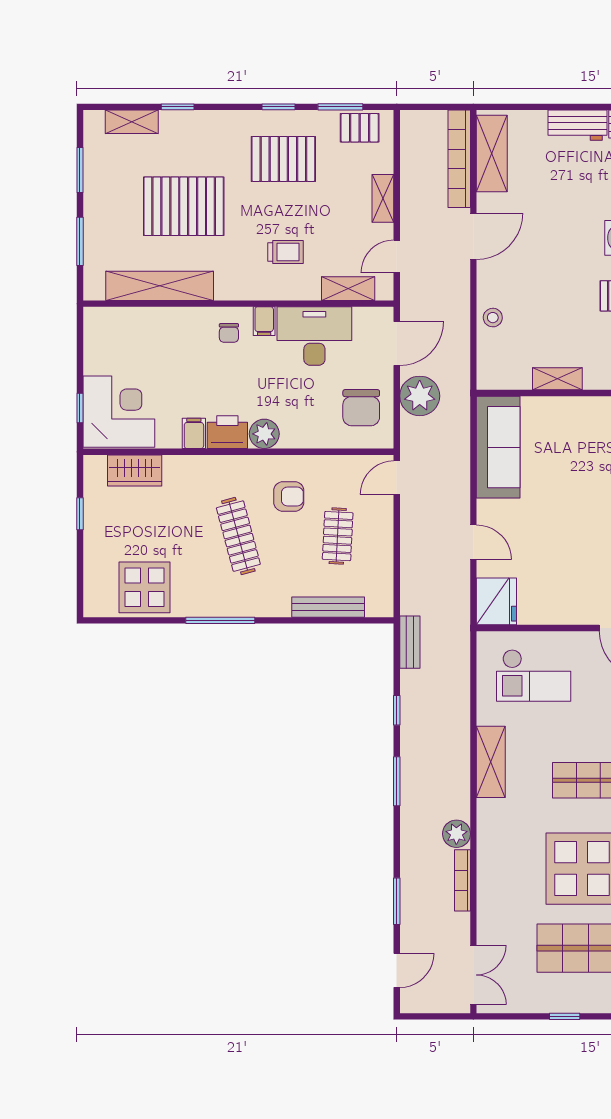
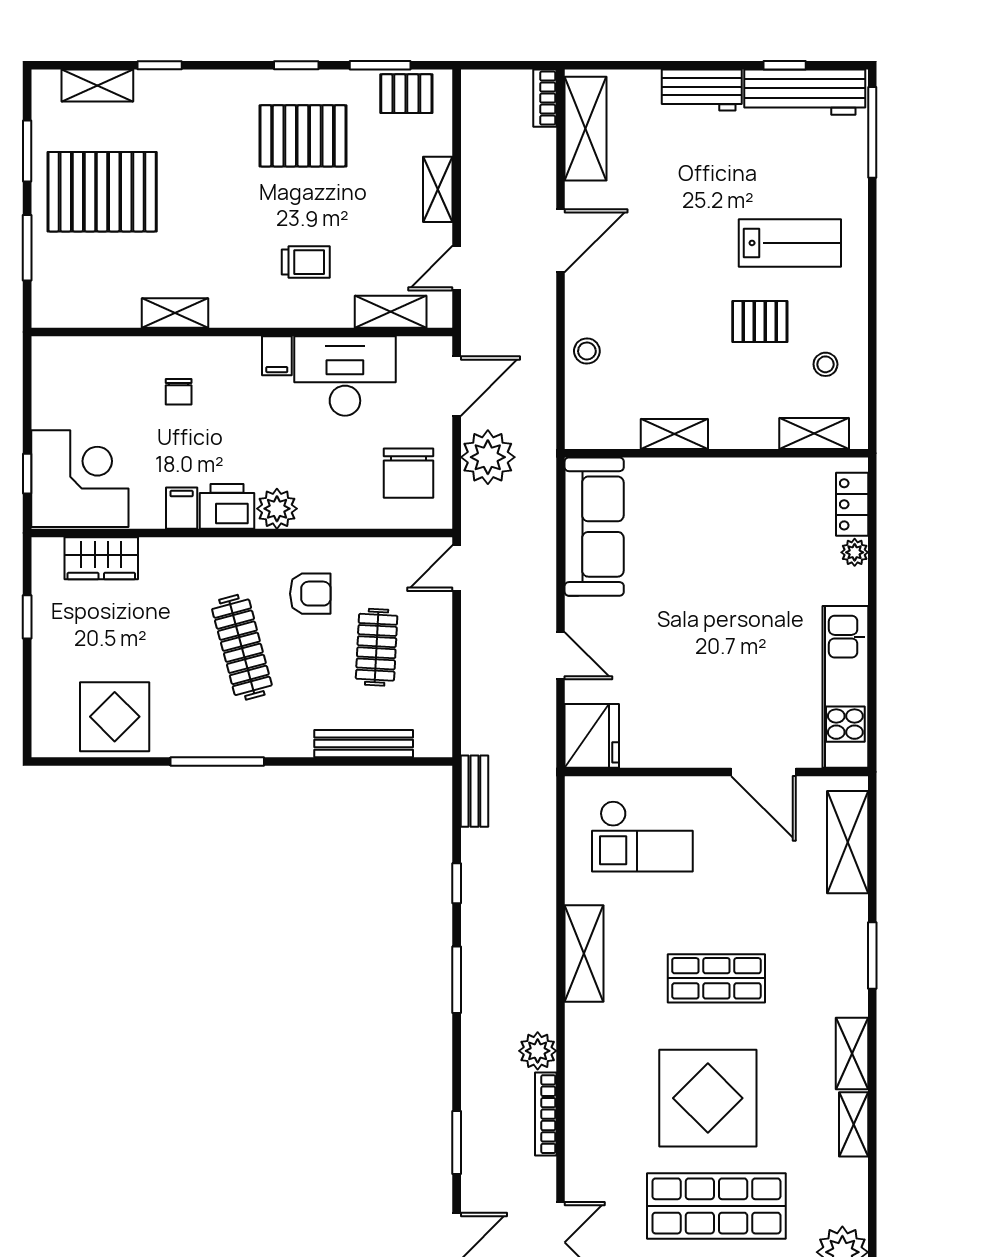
bookcase: (459, 159) -> (545, 98), width x0.43, depth x0.76
pallet: (184, 206) -> (102, 192), moved
shelving: (160, 286) -> (175, 313), width x0.45, depth x0.75
chair: (229, 333) -> (179, 392), moved

